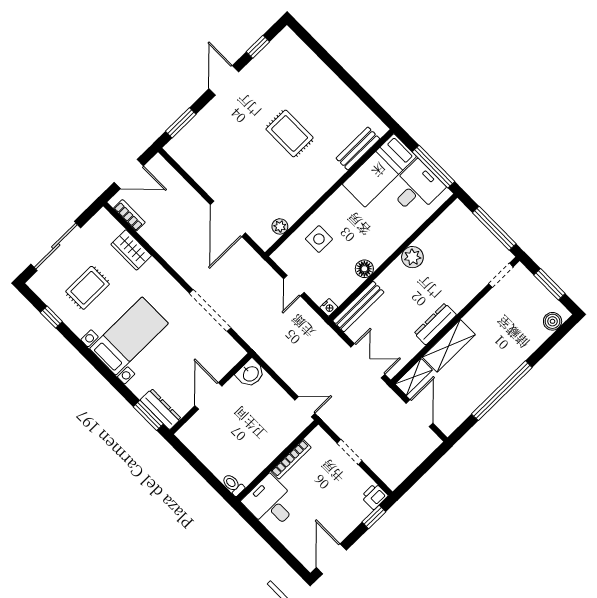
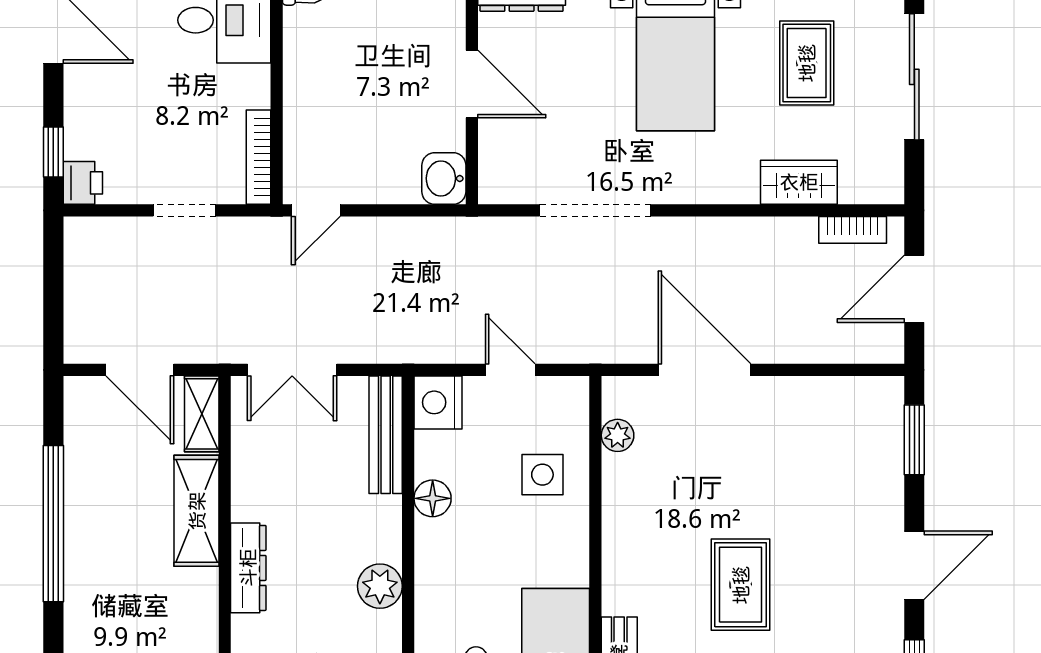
door: (224, 80) -> (914, 565), hinge flipped
rug: (290, 133) -> (741, 585), turned 90
nightstand: (329, 307) -> (438, 402), width x1.89, depth x1.79
dresser: (435, 324) -> (248, 568), moved
bookcase: (291, 459) -> (258, 157), moved

